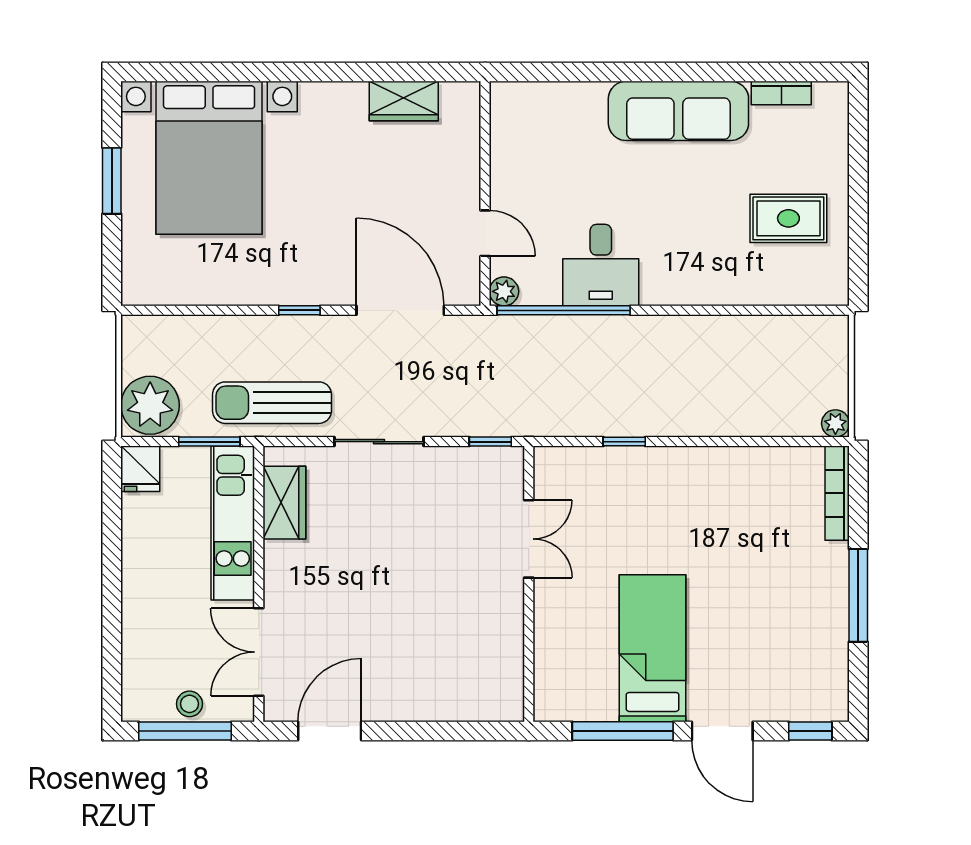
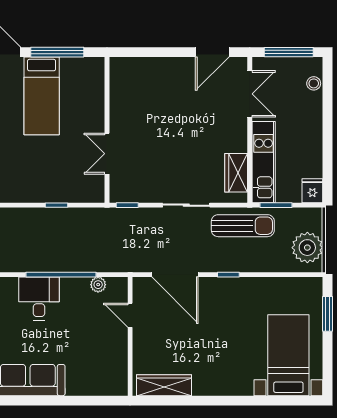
wardrobe: (404, 101) -> (164, 385), width x1.50
bed with nightstands: (209, 158) -> (288, 355), width x0.73
window: (112, 181) -> (328, 314), moved
desk: (601, 265) -> (39, 298), moved
plant: (504, 291) -> (98, 285), moved
window: (564, 310) -> (61, 275), moved
plant: (150, 405) -> (307, 248), moved
stool: (190, 704) -> (314, 83), moved

